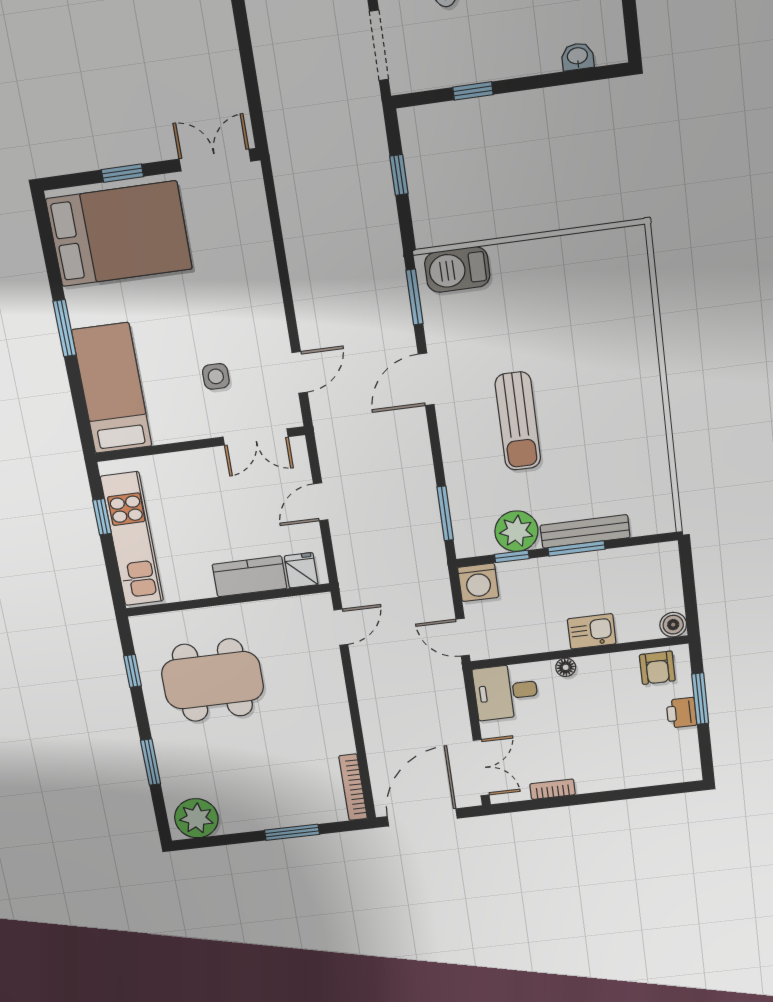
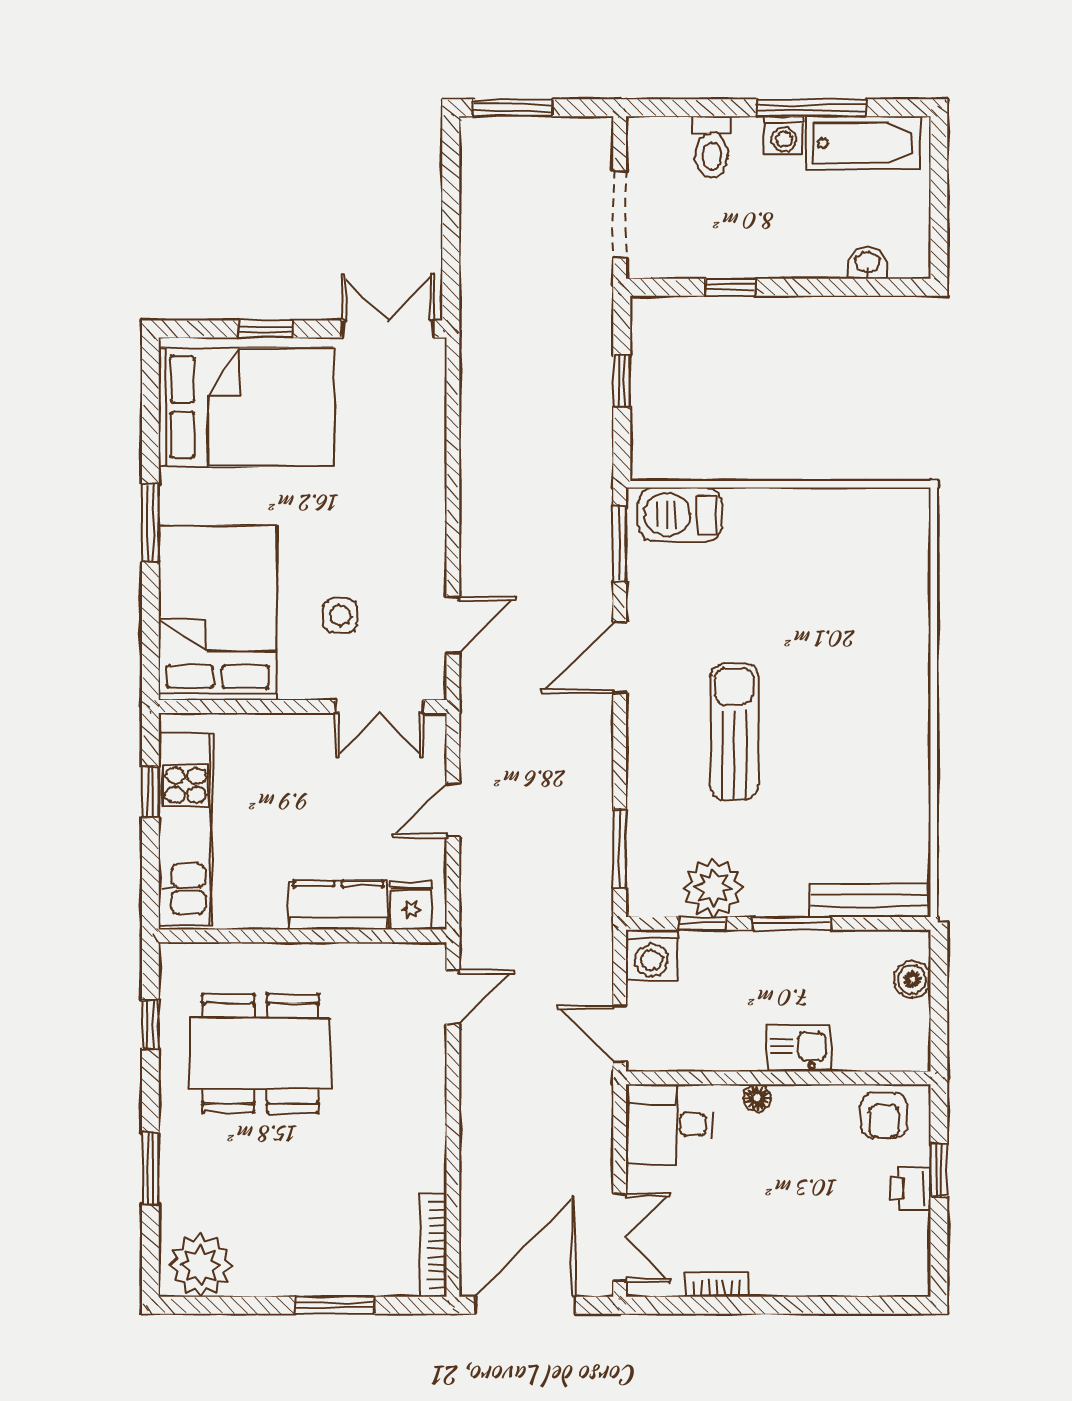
bed: (112, 388) -> (218, 613), width x1.50
sun lounger: (518, 421) -> (734, 732), turned 180
bench: (585, 531) -> (870, 900), moved
boiler: (673, 625) -> (912, 980), moved
window: (700, 699) -> (939, 1170), width x0.67

